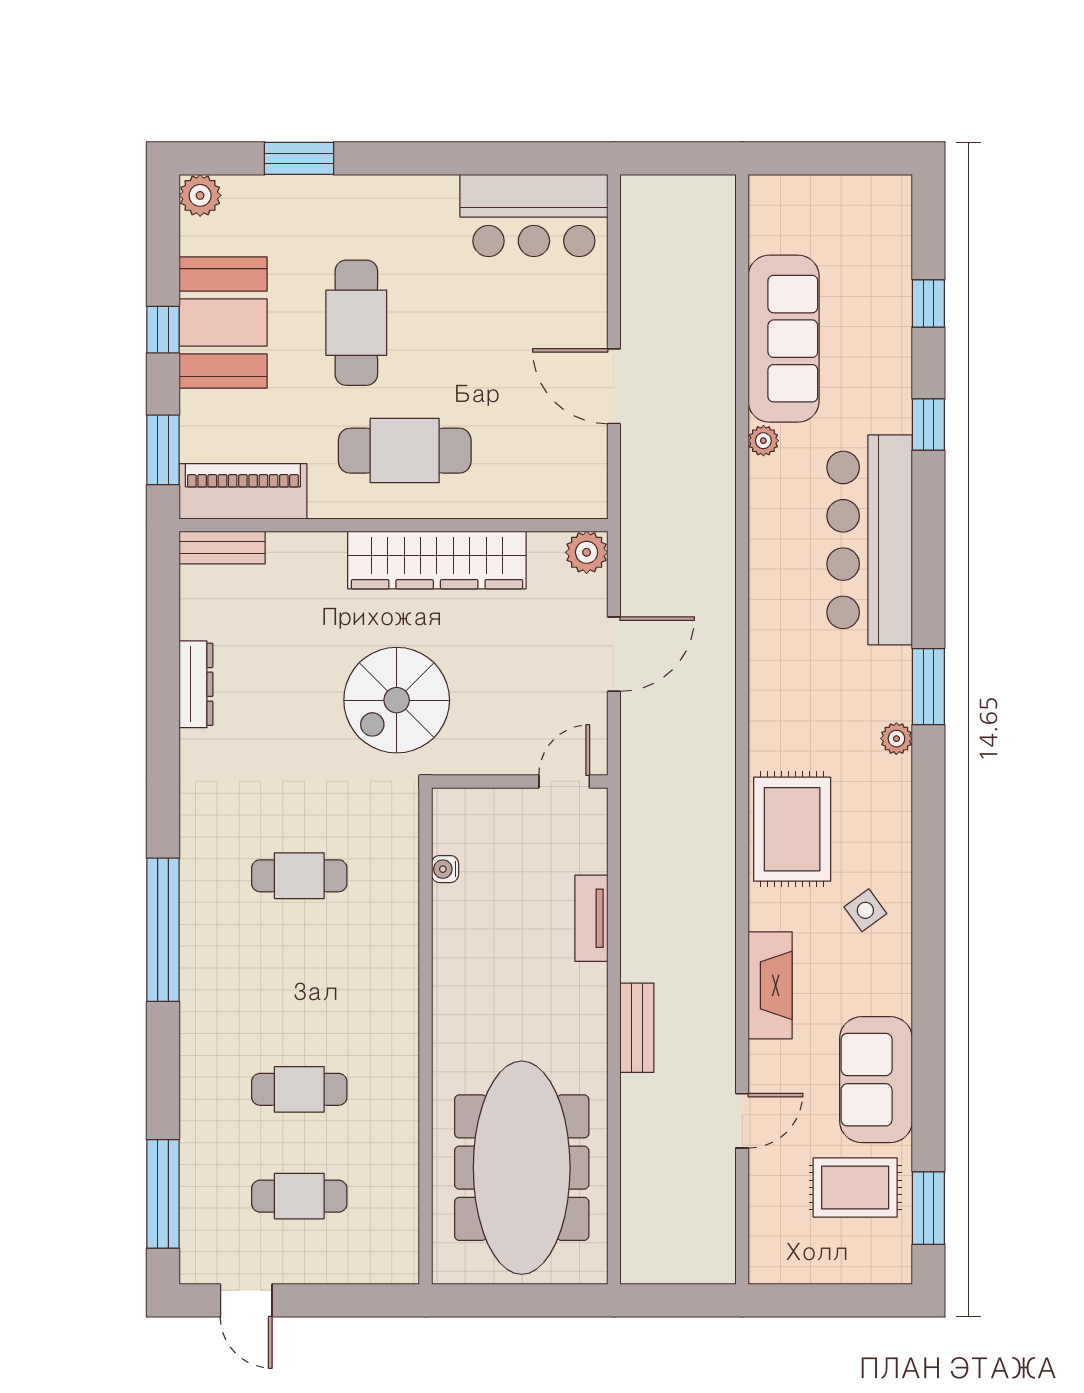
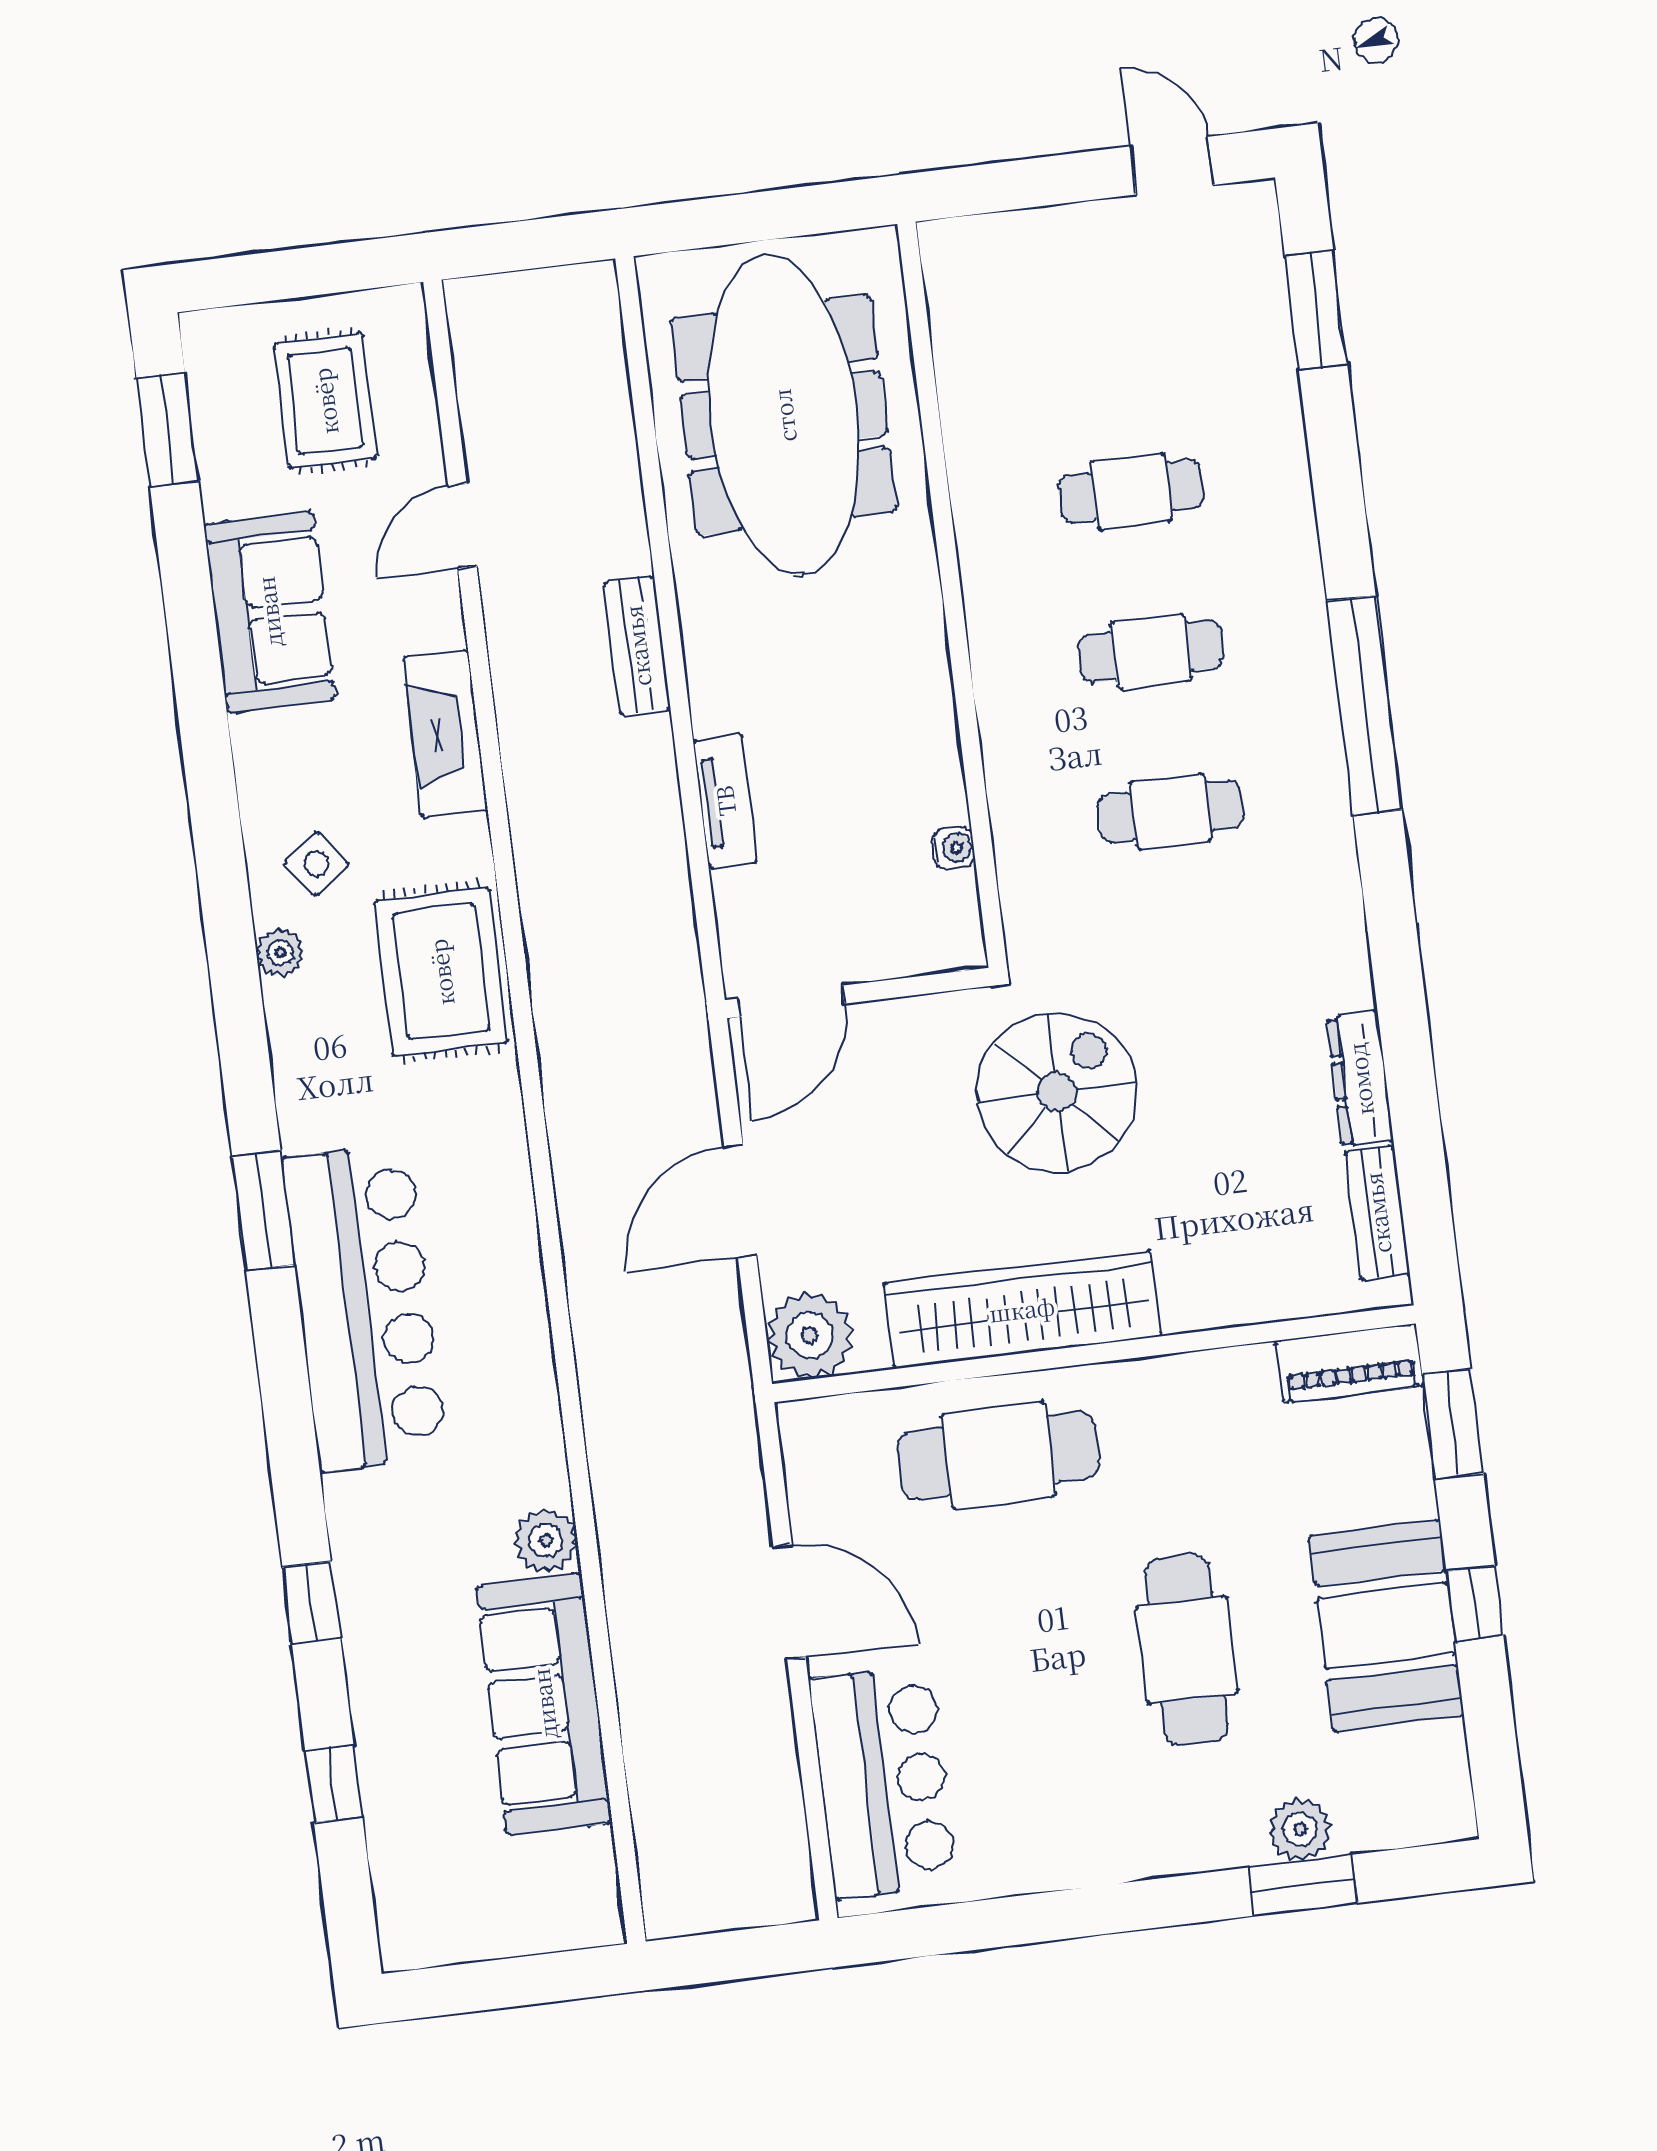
plant: (200, 195) -> (1300, 1829), moved
bar counter: (534, 215) -> (883, 1782), moved, turned 90
plant: (763, 441) -> (546, 1540), width x1.38, depth x1.38
cafe table: (405, 451) -> (998, 1455), moved
piano: (243, 491) -> (1350, 1363), width x0.73, depth x0.75
bar counter: (870, 540) -> (365, 1307), moved
bench: (222, 547) -> (1377, 1213), moved, turned 90
plant: (587, 552) -> (810, 1335), width x1.36, depth x1.36
plant: (896, 739) -> (280, 953), moved
door: (564, 781) -> (791, 1001), width x1.38
rug: (855, 1187) -> (325, 401), moved, turned 90
window: (163, 1194) -> (1316, 310), width x0.69
cafe table: (299, 1196) -> (1151, 651), moved

